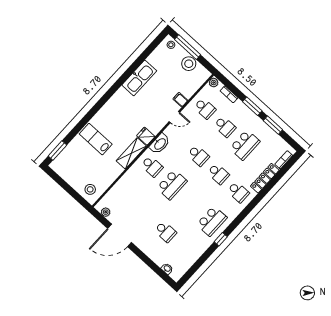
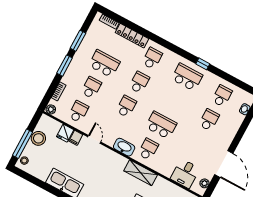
fridge: (146, 136) -> (65, 133), moved
desk: (120, 196) -> (185, 174), added
school desk: (185, 250) -> (222, 96), added

